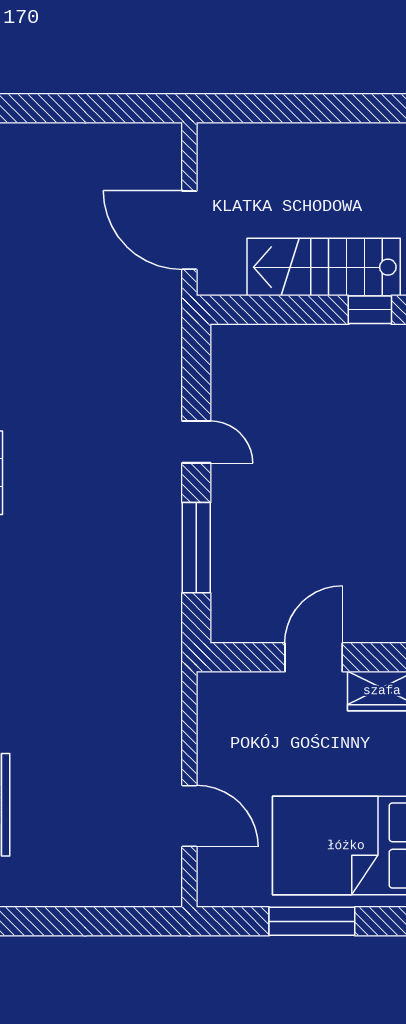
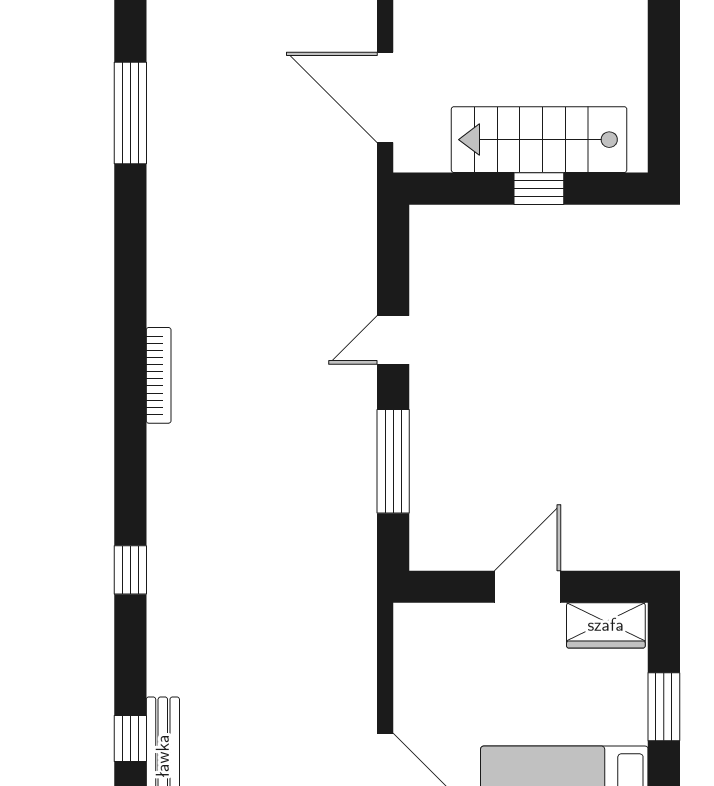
window: (370, 310) -> (539, 189), moved
door: (196, 442) -> (393, 340), swing flipped

